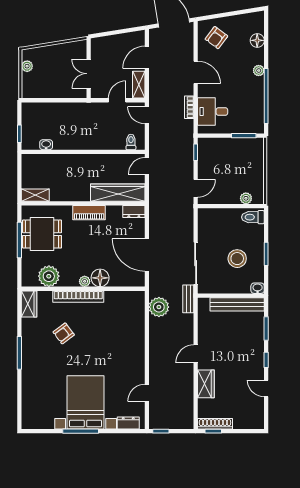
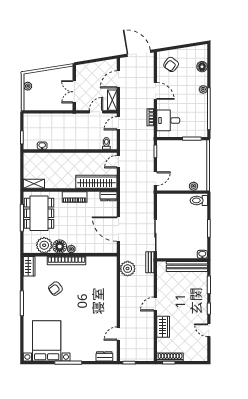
door: (147, 115) -> (118, 123), hinge flipped
dining table: (42, 234) -> (39, 213), width x1.38
stool: (237, 259) -> (187, 232), removed
floor lamp: (100, 278) -> (60, 246), moved
bed with nightstands: (86, 402) -> (47, 341), moved

